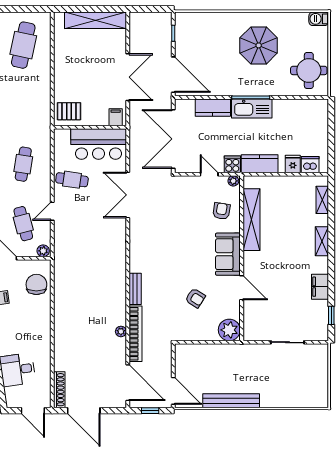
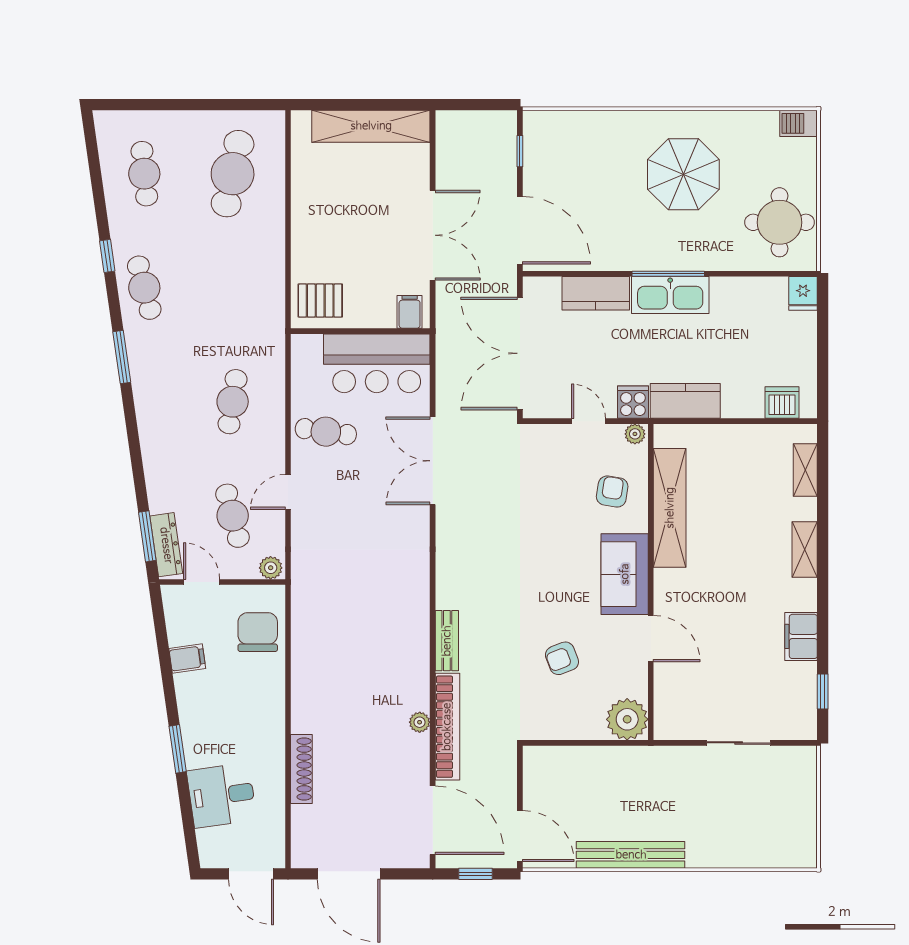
fridge: (293, 164) -> (803, 293), moved, turned 180
armchair: (195, 298) -> (562, 658), turned 127
shoe rack: (59, 390) -> (301, 769), moved

